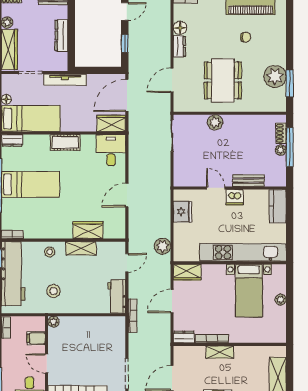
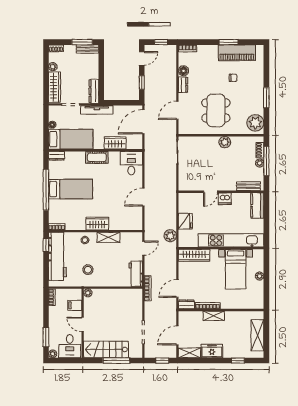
dresser: (61, 35) -> (94, 91), moved
plant: (275, 76) -> (255, 123), moved
window: (290, 83) -> (266, 98), moved
plant: (215, 122) -> (225, 142), moved
wardrobe: (111, 123) -> (115, 143), moved
bench: (248, 181) -> (248, 186), moved
door: (216, 188) -> (211, 192), swing flipped
fridge: (182, 212) -> (185, 221), moved
wardrobe: (88, 230) -> (97, 224), moved
wardrobe: (187, 272) -> (194, 255), width x1.50
door: (172, 301) -> (177, 289), moved

